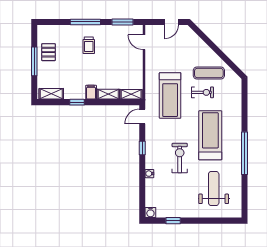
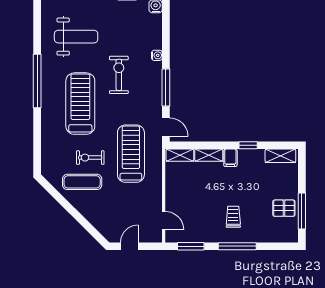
pallet: (48, 52) -> (284, 208), turned 90
window: (34, 61) -> (302, 211), moved
door: (142, 116) -> (166, 127), hinge flipped
treadmill: (210, 135) -> (80, 104), turned 180
window: (142, 148) -> (166, 88), width x2.17
exercise bike: (180, 158) -> (119, 75), turned 180
weight bench: (214, 188) -> (76, 37), turned -90

